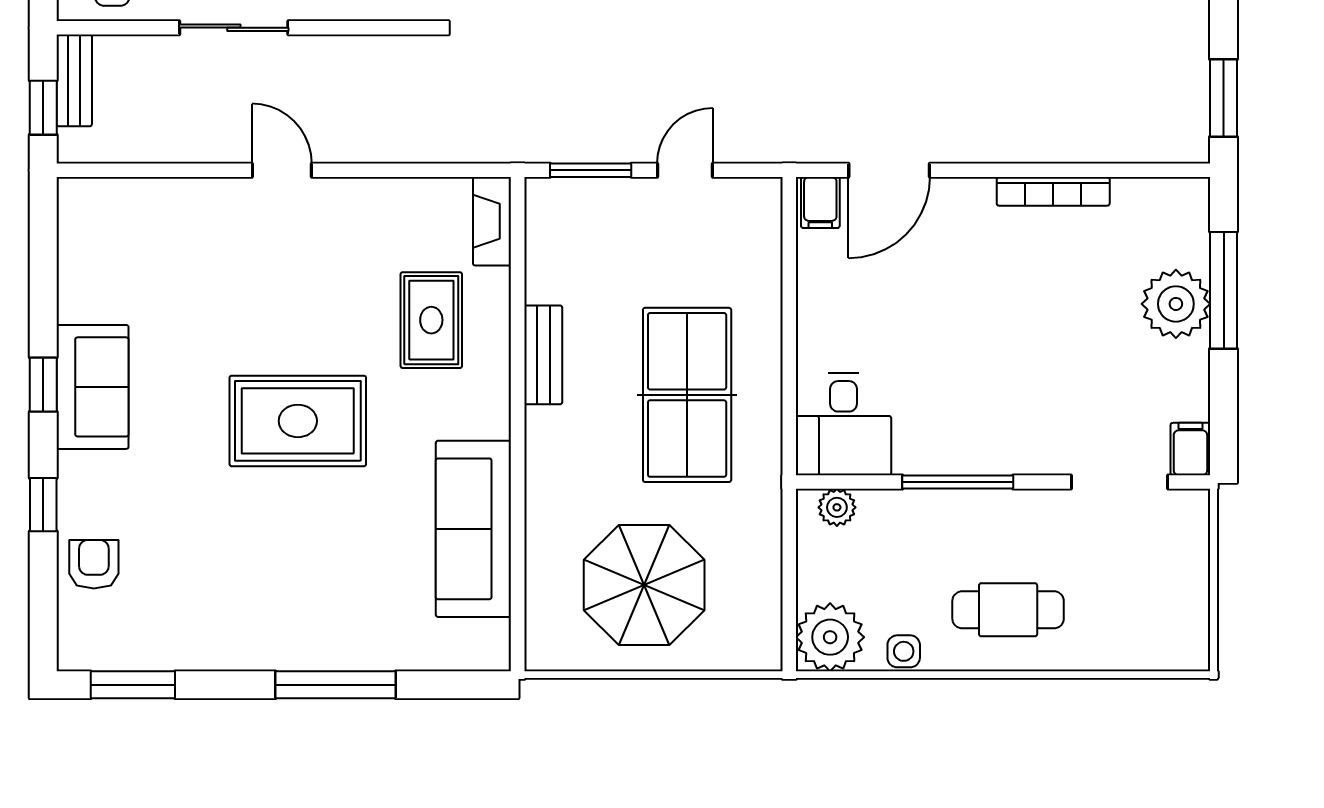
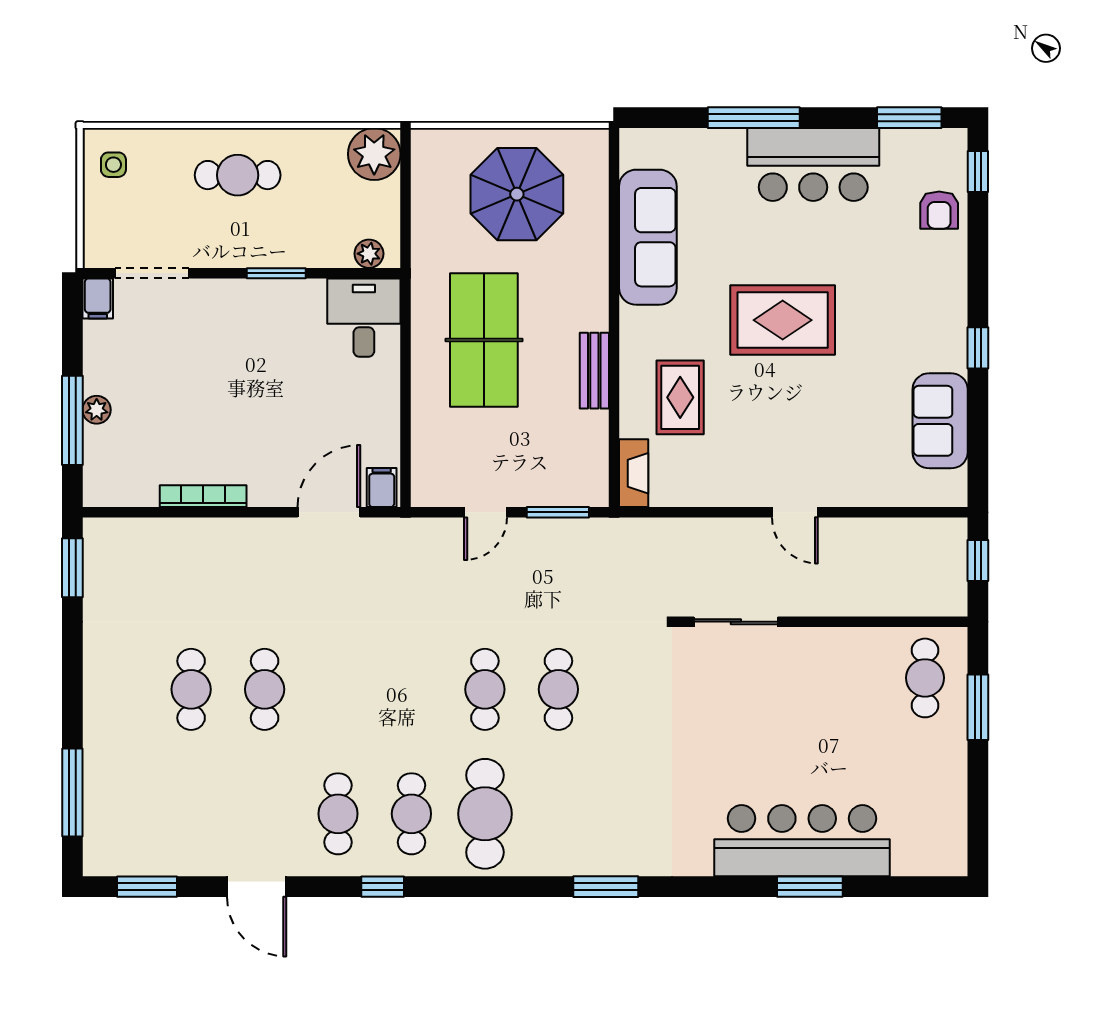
sliding door: (234, 28) -> (736, 622), moved
bench: (74, 80) -> (954, 581), removed
plant: (1176, 304) -> (97, 410), width x0.53, depth x0.53
sofa: (93, 387) -> (940, 421), moved
window: (958, 482) -> (276, 273), width x0.69
window: (43, 505) -> (978, 171), moved
bar counter: (258, 624) -> (813, 165), added
side table: (904, 651) -> (113, 165), moved

